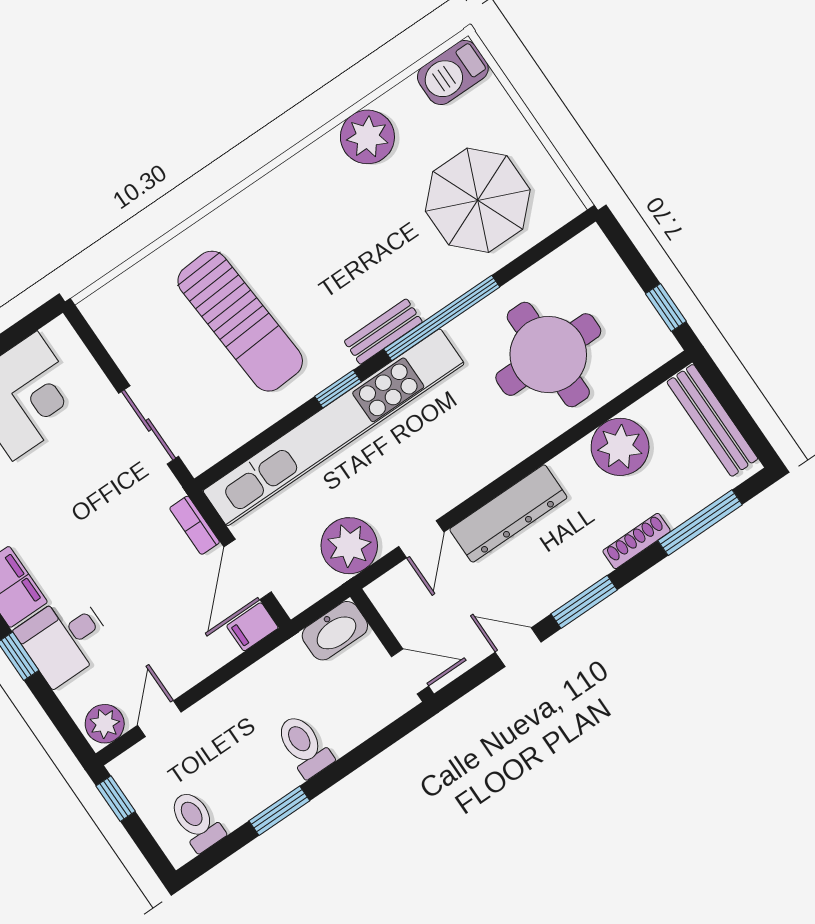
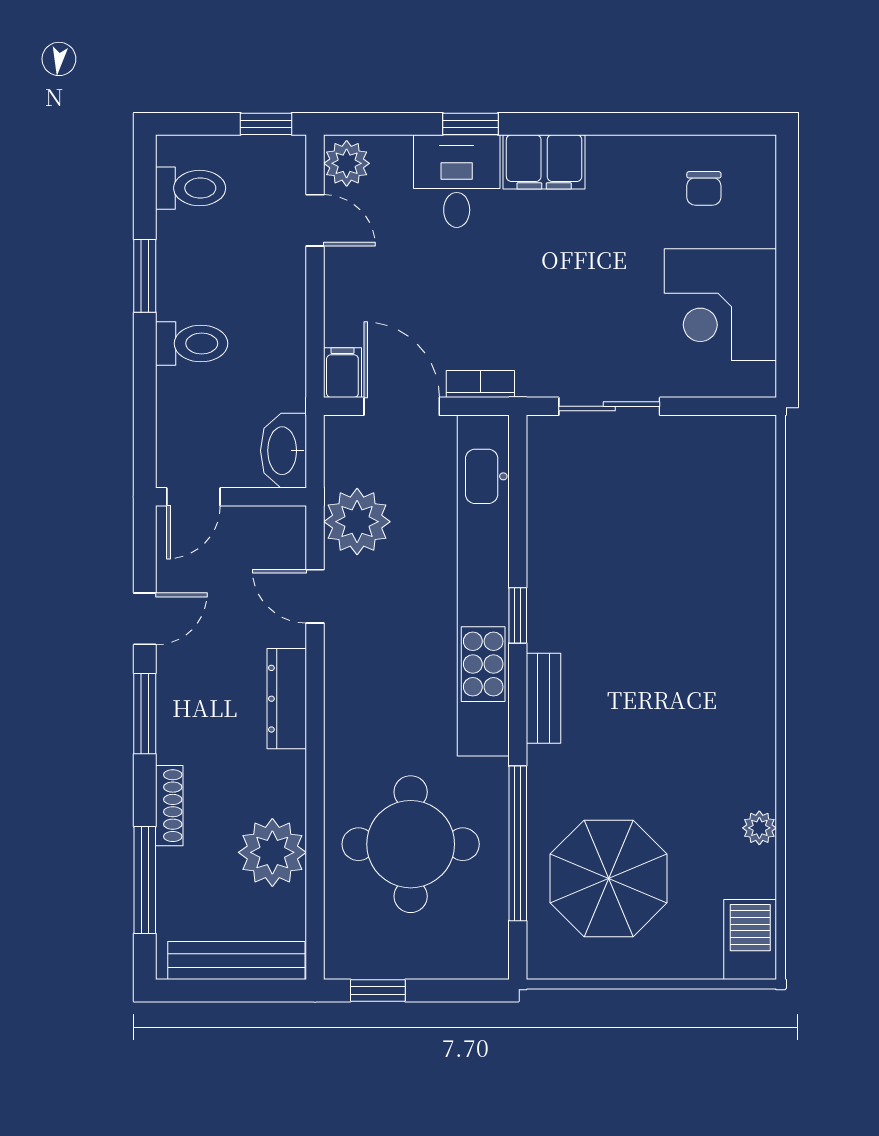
plant: (367, 137) -> (759, 828), width x0.53, depth x0.53
window: (442, 318) -> (518, 843), moved
sun lounger: (240, 321) -> (650, 565), removed
dresser: (508, 513) -> (287, 699), width x0.73, depth x0.80

